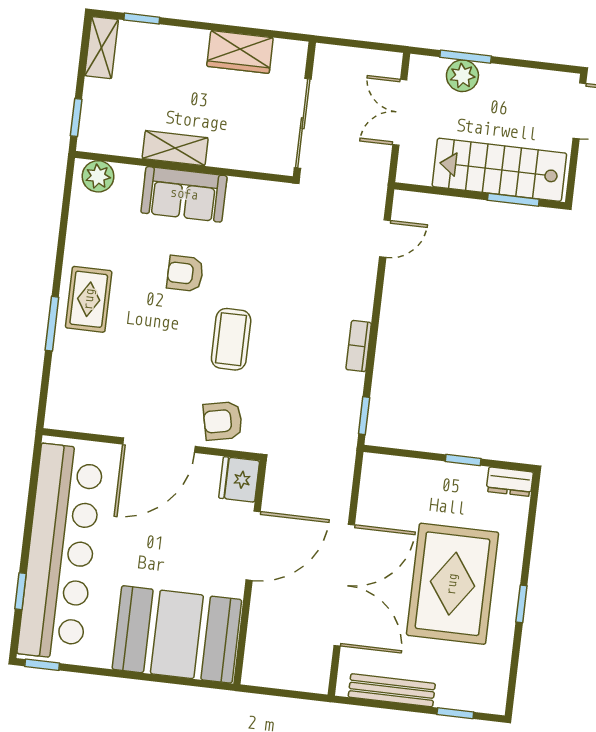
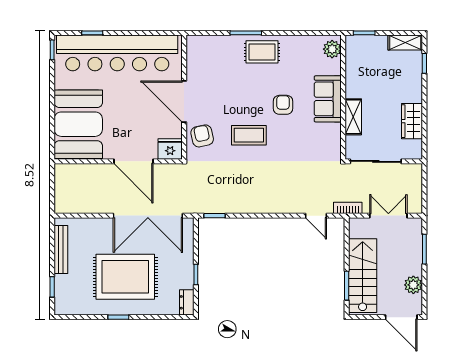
plant: (462, 76) -> (413, 285), moved
shelving: (175, 148) -> (353, 117), moved
bookcase: (359, 346) -> (348, 208), moved
double door: (344, 585) -> (148, 216), moved

